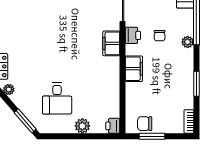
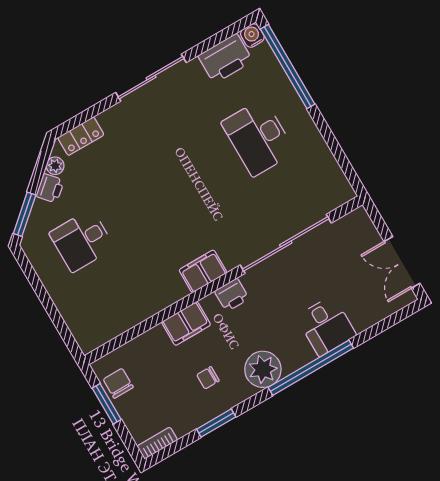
chair: (160, 36) -> (208, 378), moved
plant: (188, 42) -> (263, 369), width x1.88, depth x1.88
plant: (82, 126) -> (64, 298), removed
printer: (113, 126) -> (50, 188), moved, turned 139

